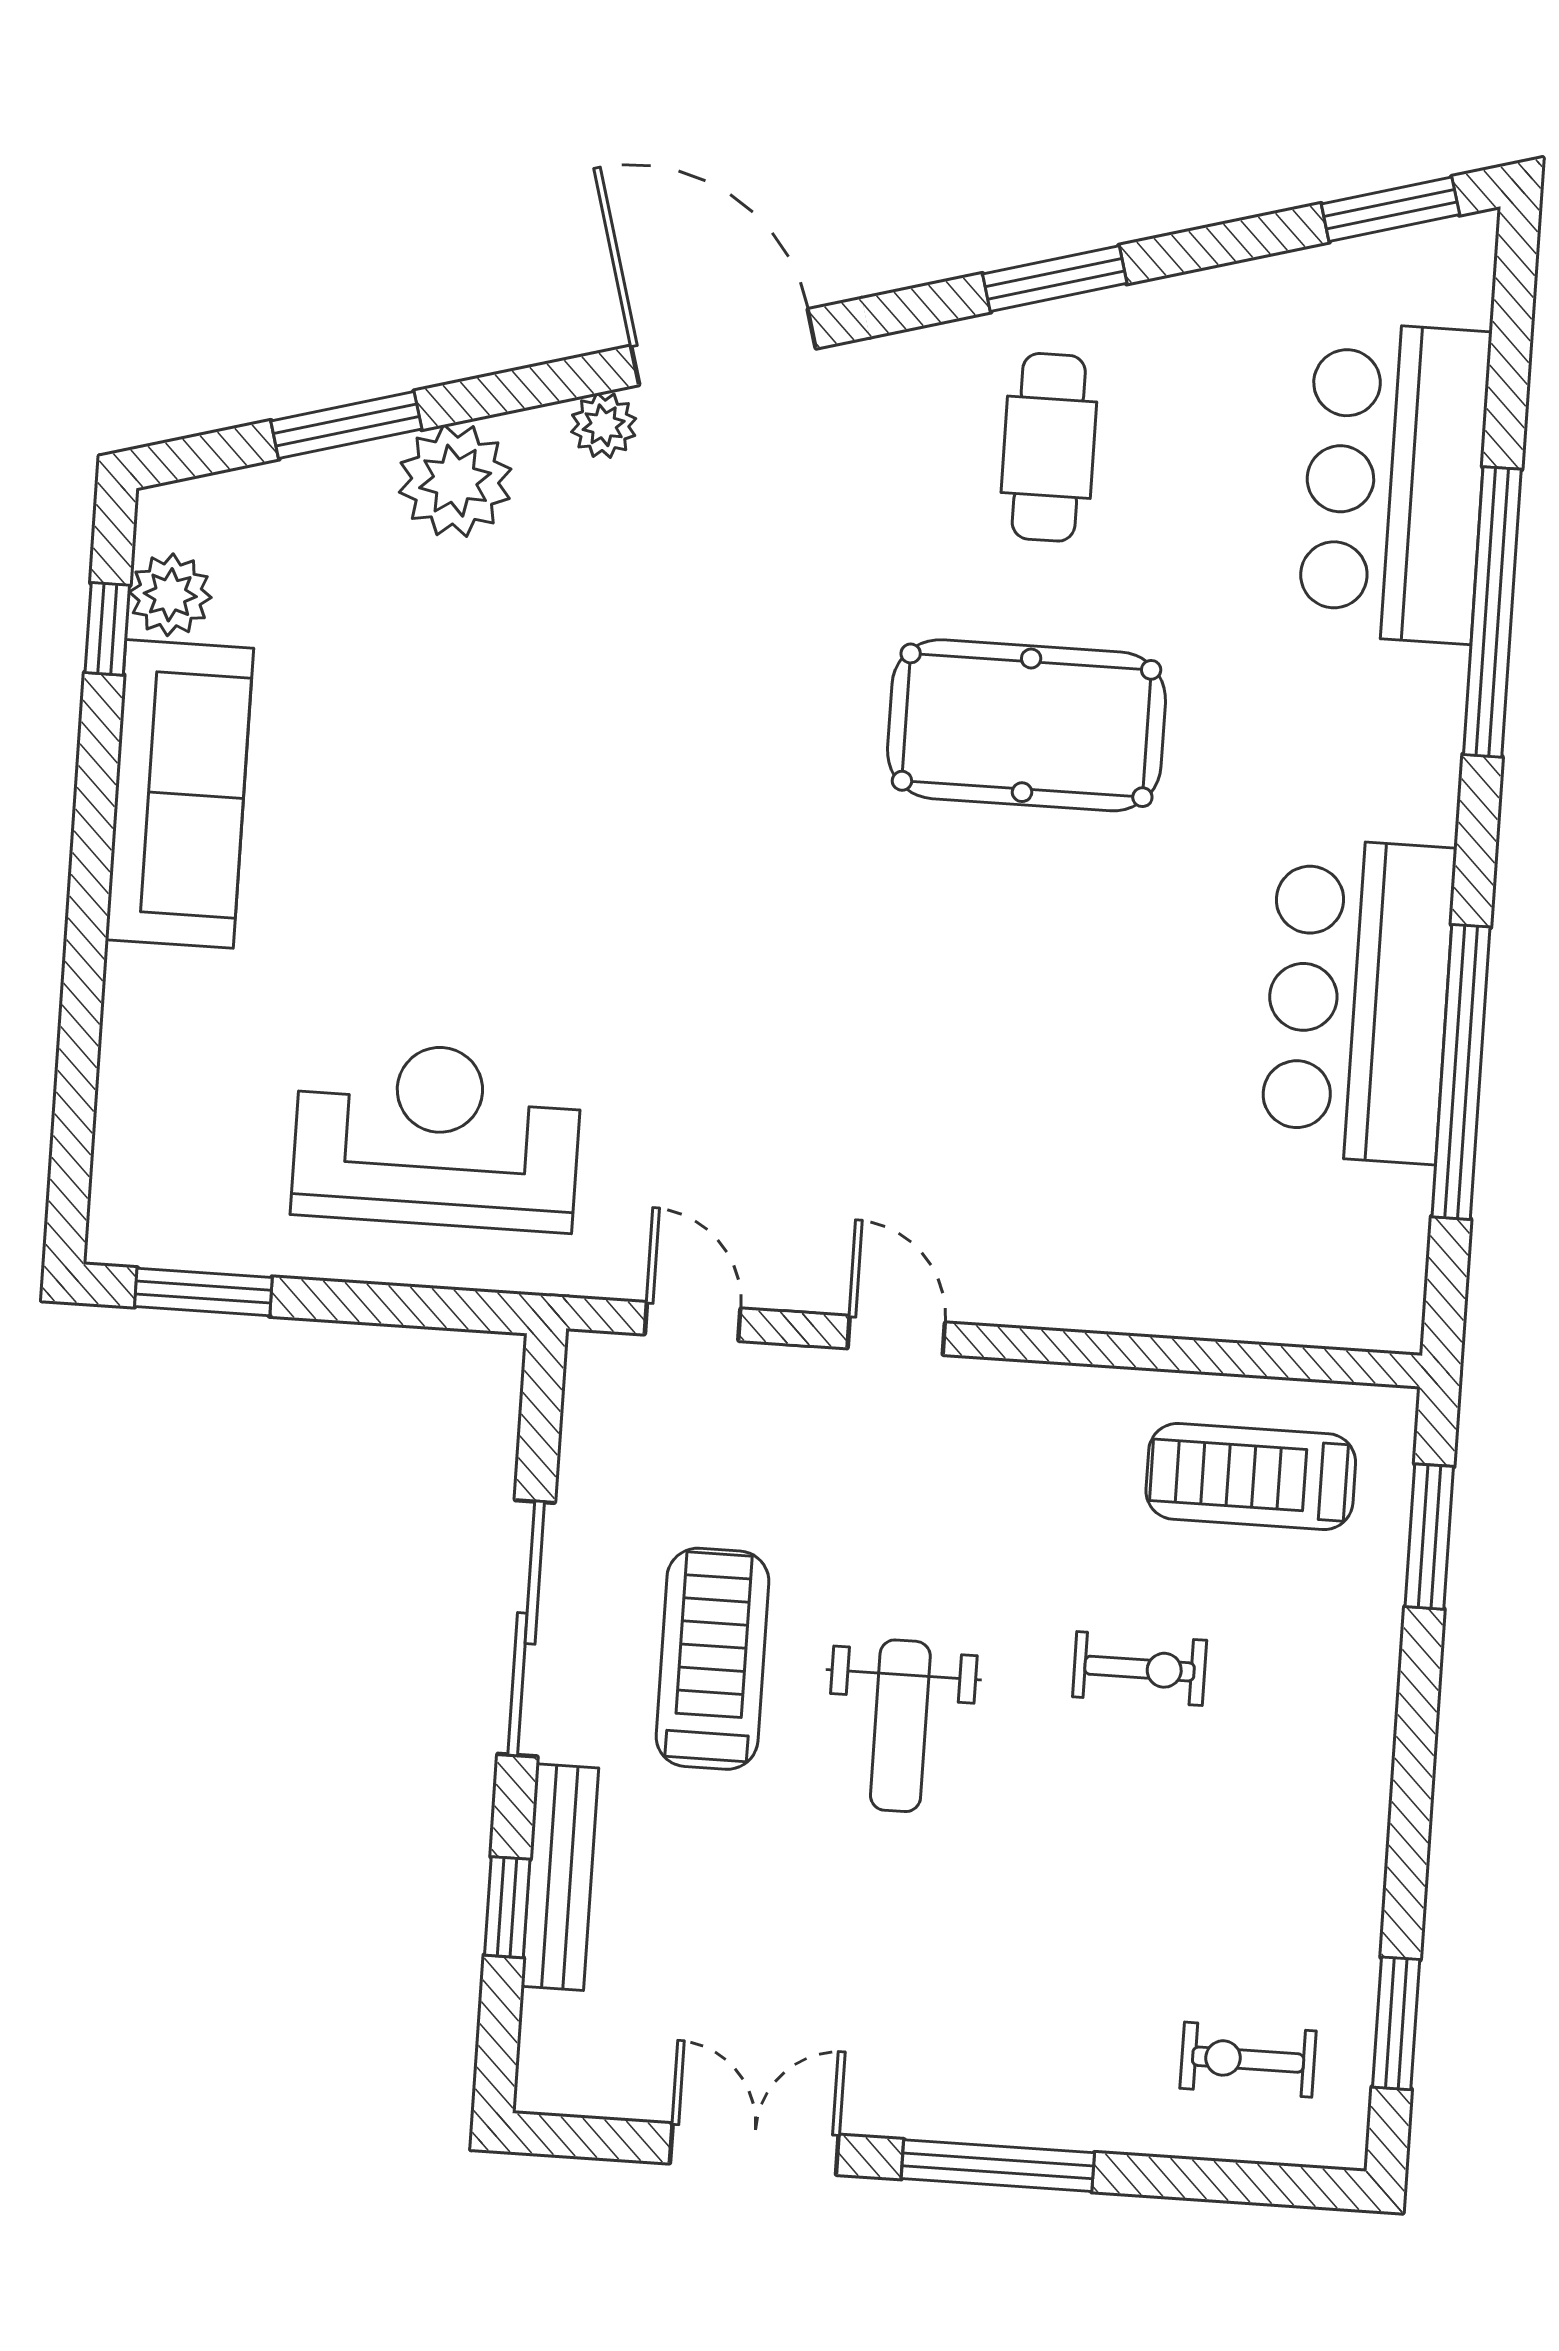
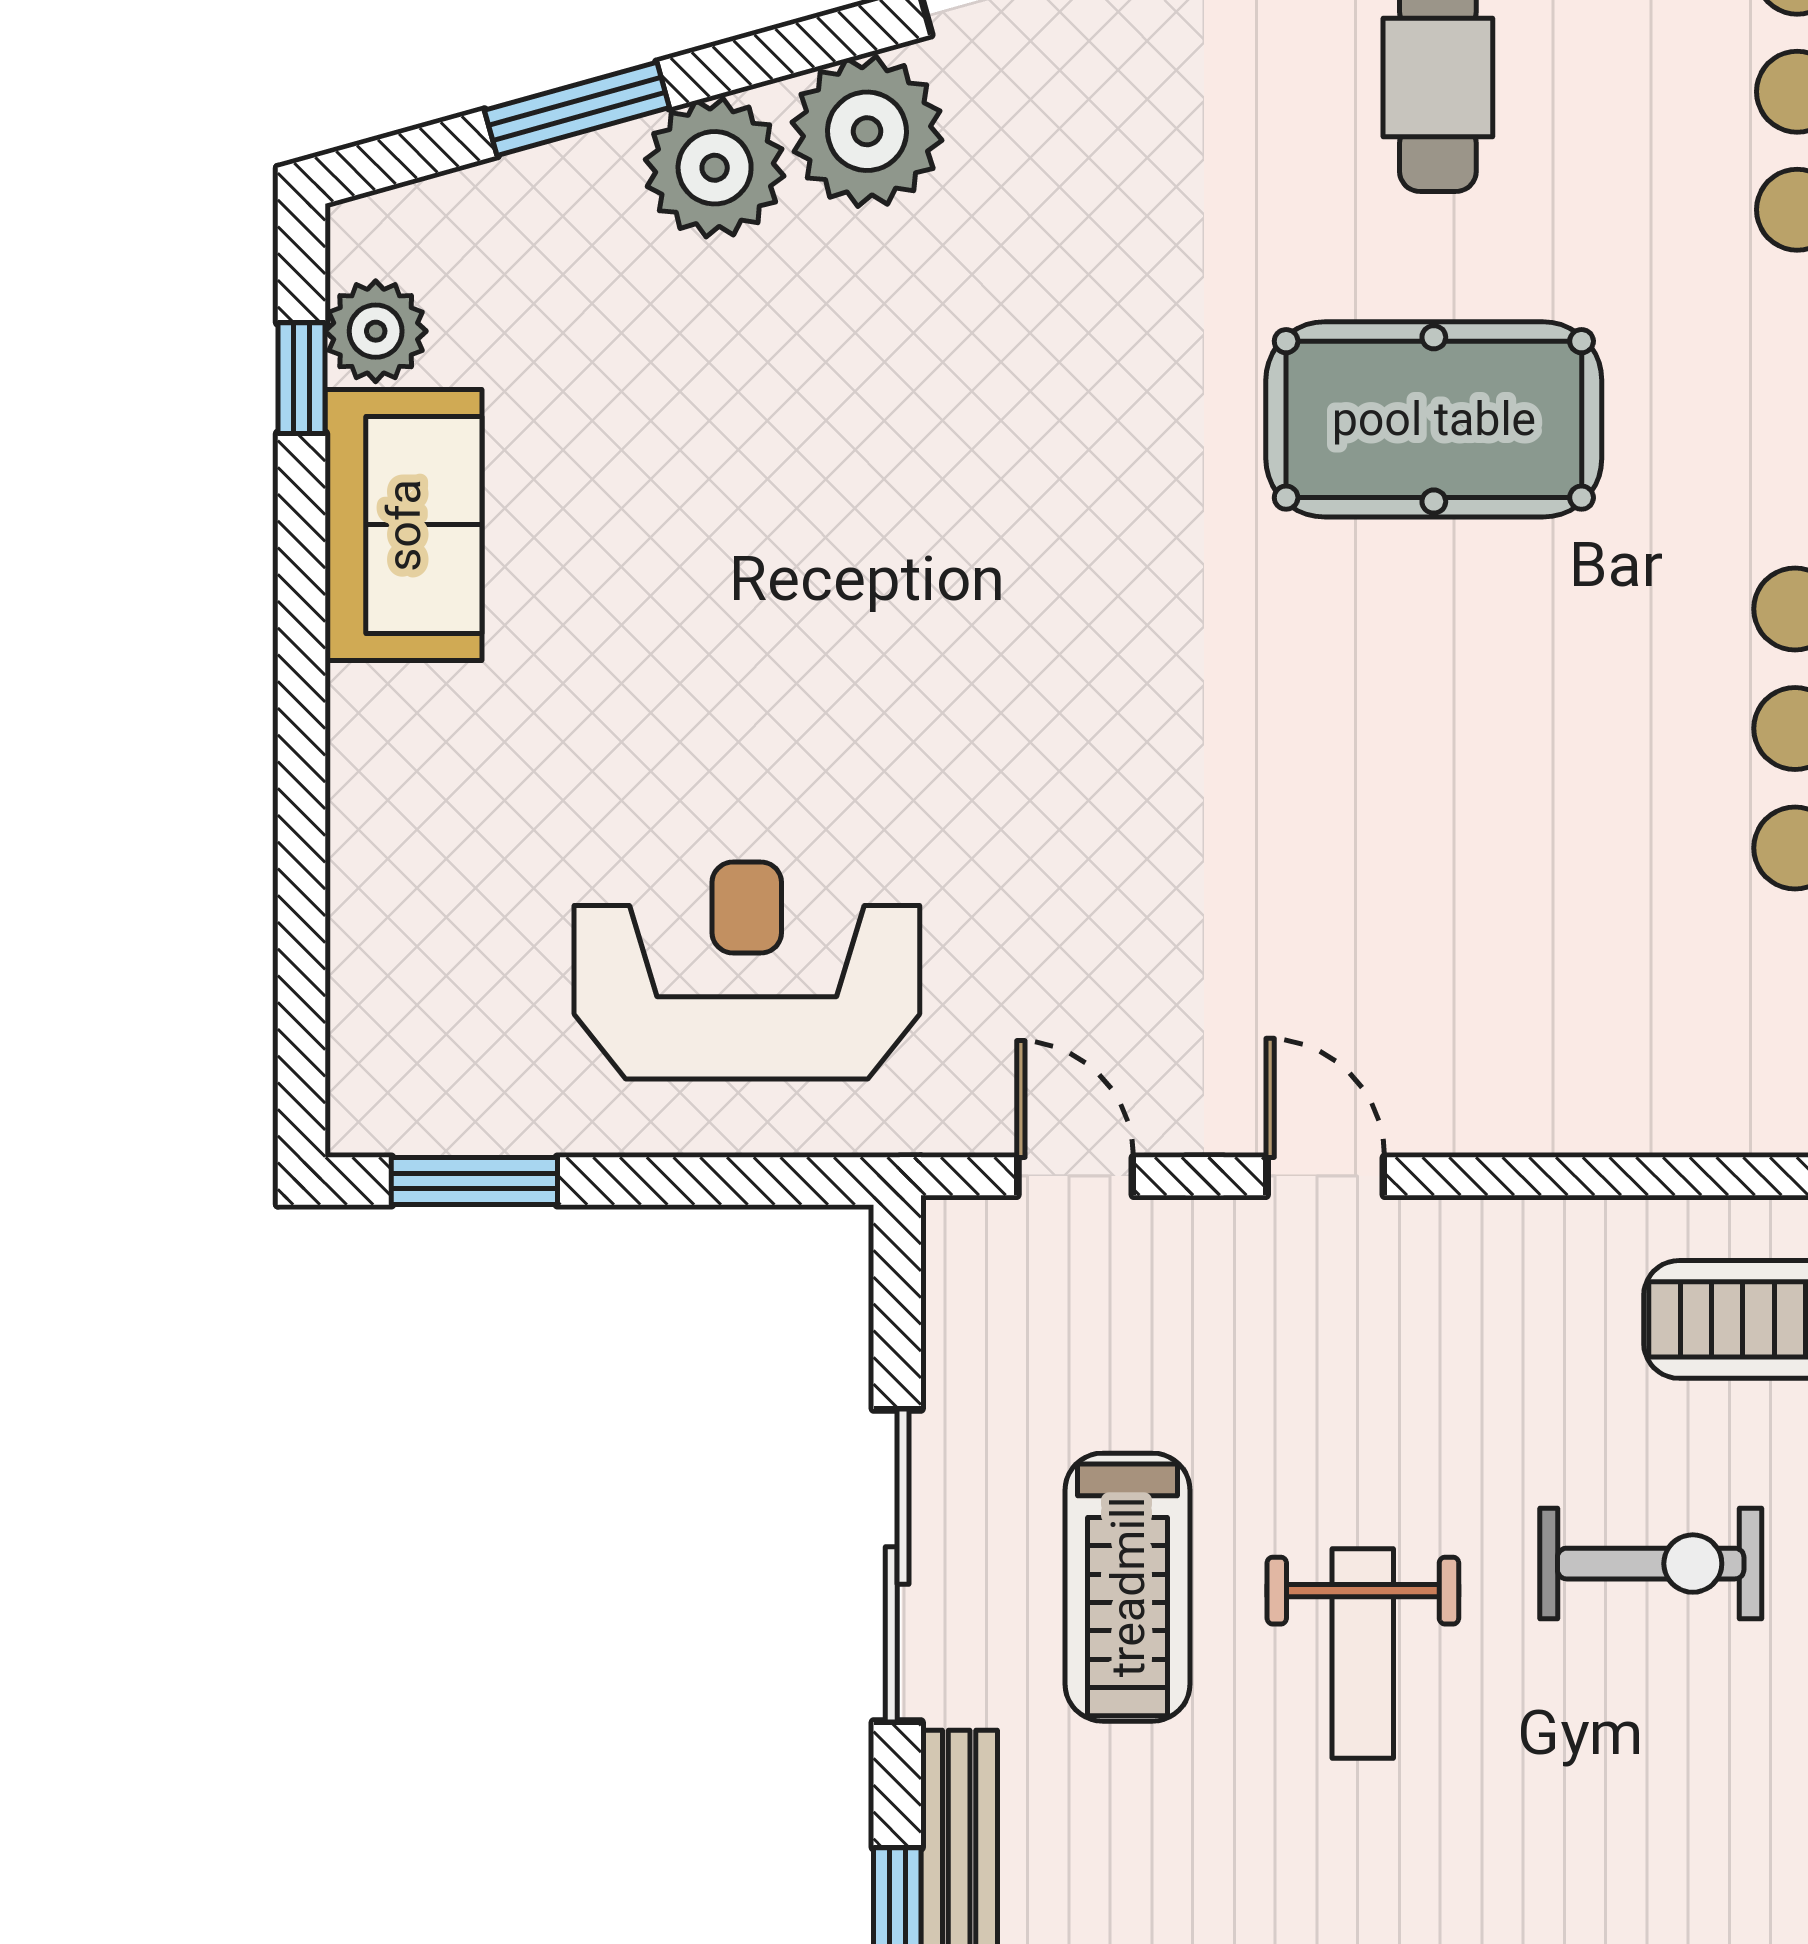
plant: (604, 425) -> (867, 131), width x1.88, depth x1.88
sofa: (179, 794) -> (404, 525), width x0.73
treadmill: (712, 1659) -> (1128, 1587), turned 180
exercise bike: (1140, 1669) -> (1651, 1564), width x1.38, depth x1.39

